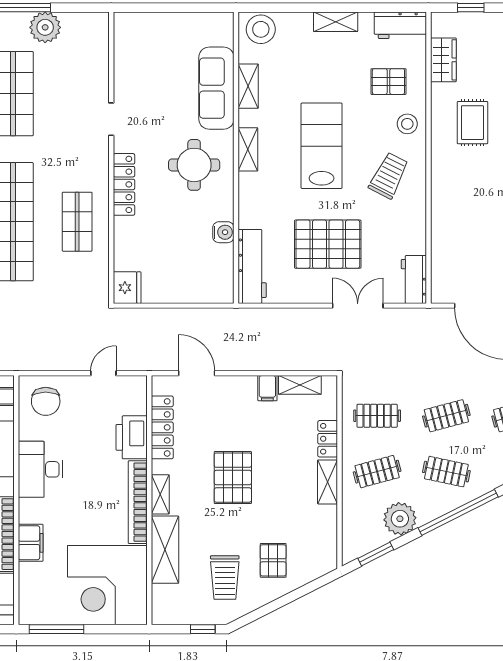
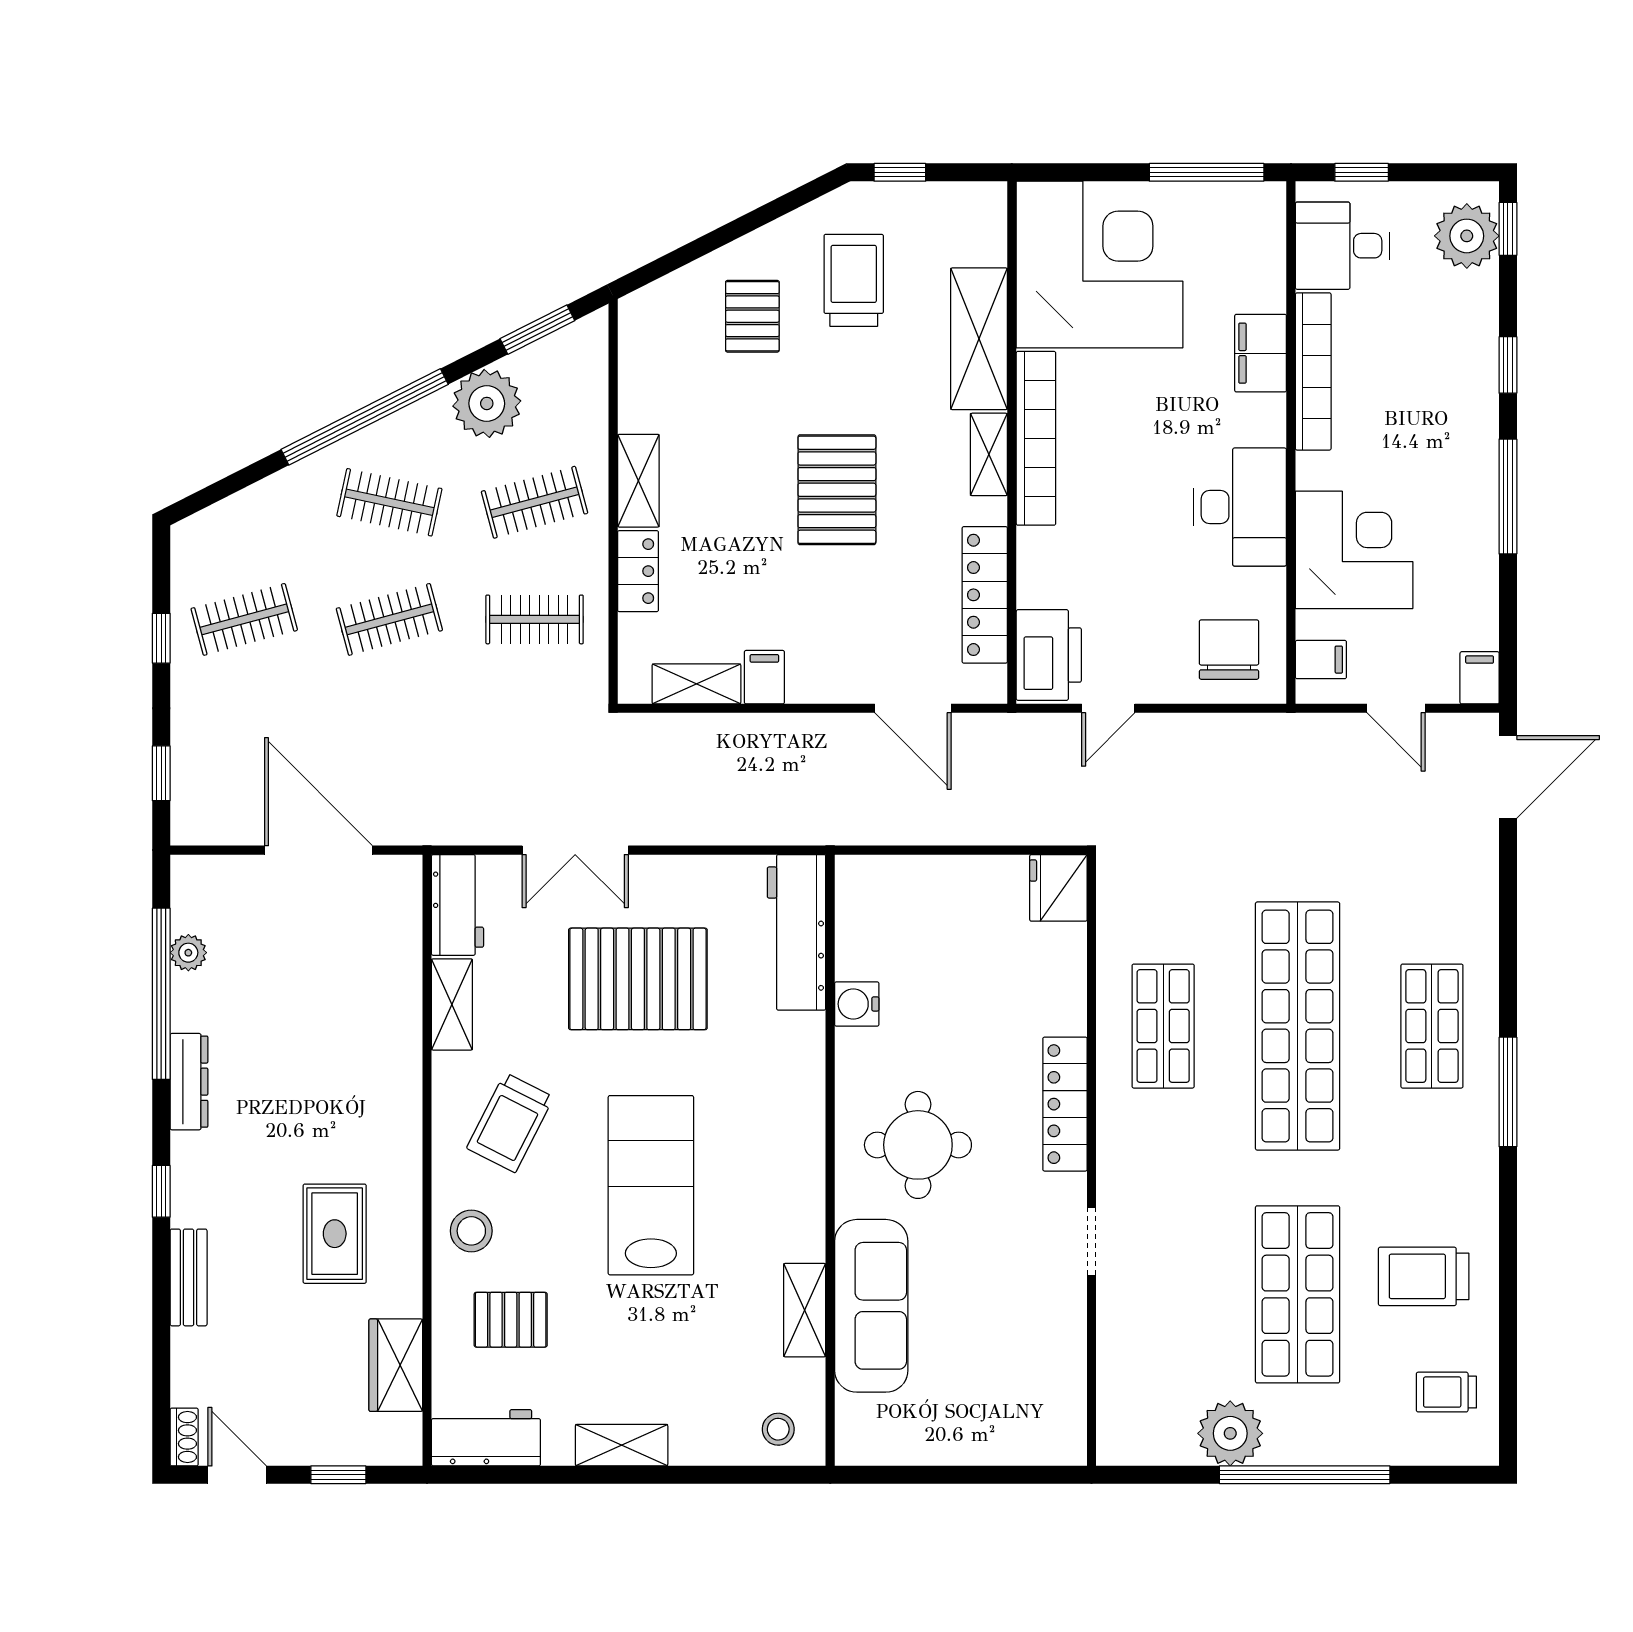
stool: (261, 29) -> (778, 1429), width x0.53, depth x0.53
lab bench: (322, 146) -> (651, 1185), turned 180
shelving: (248, 149) -> (452, 1004), moved
printer: (132, 437) -> (1049, 655), moved

